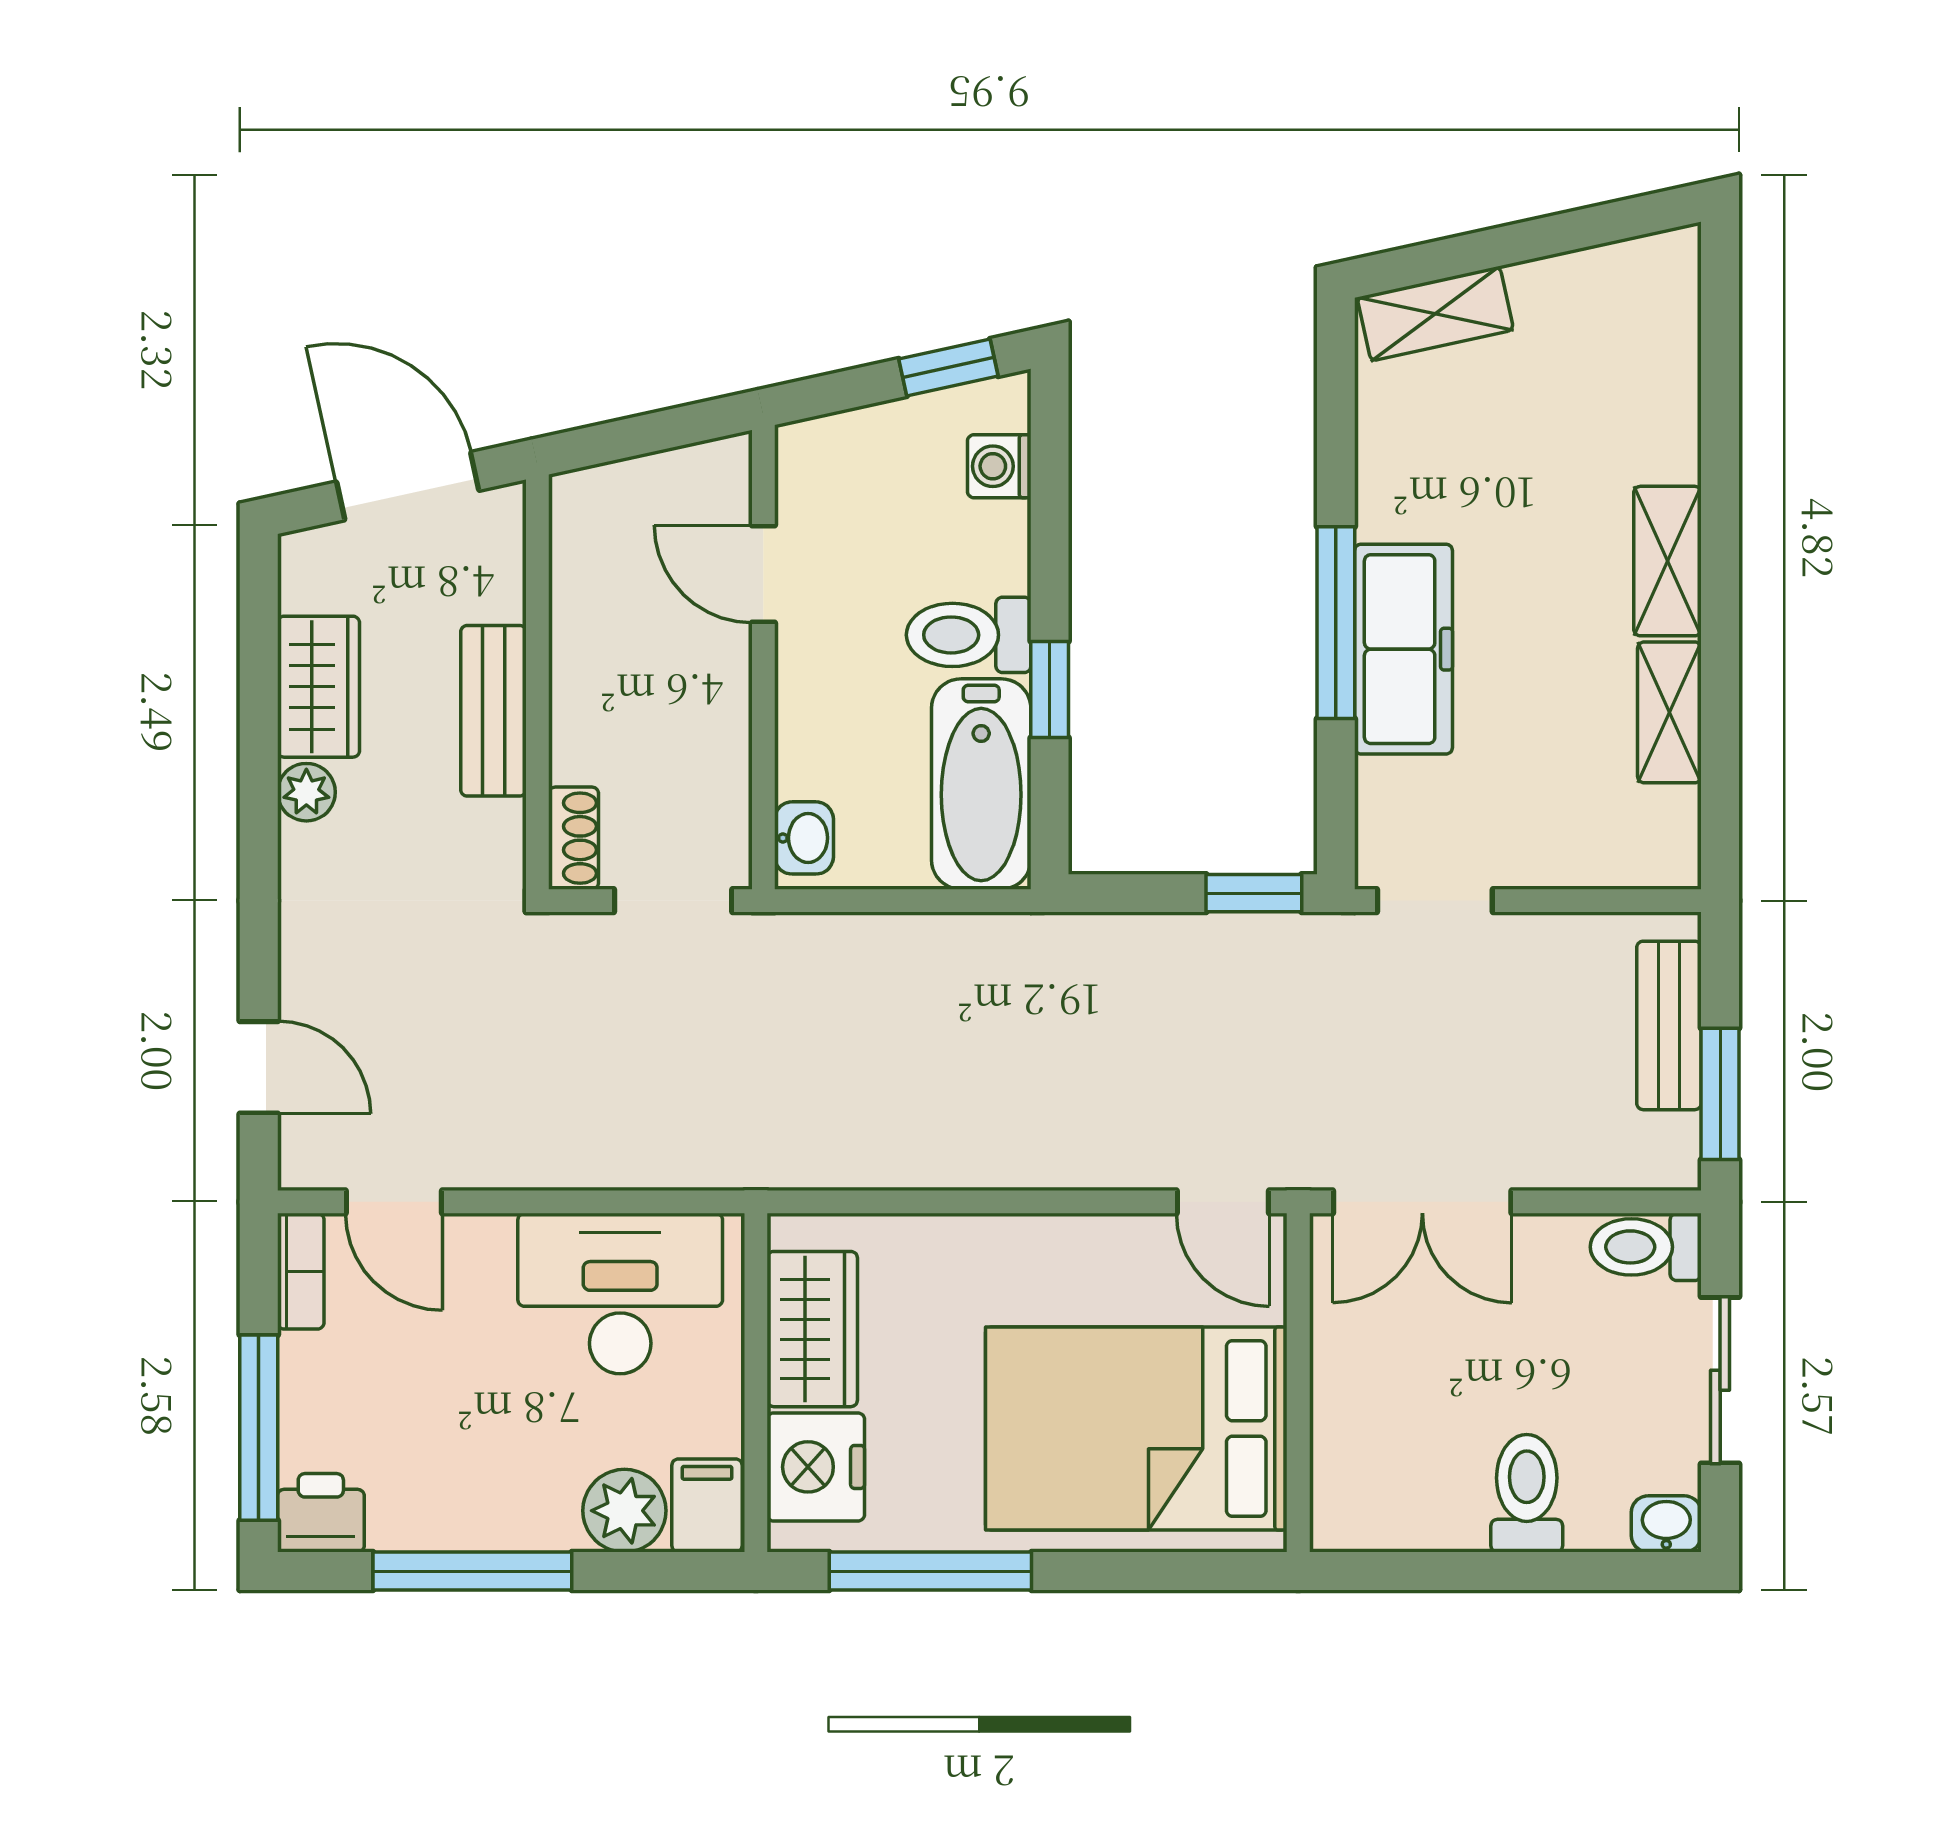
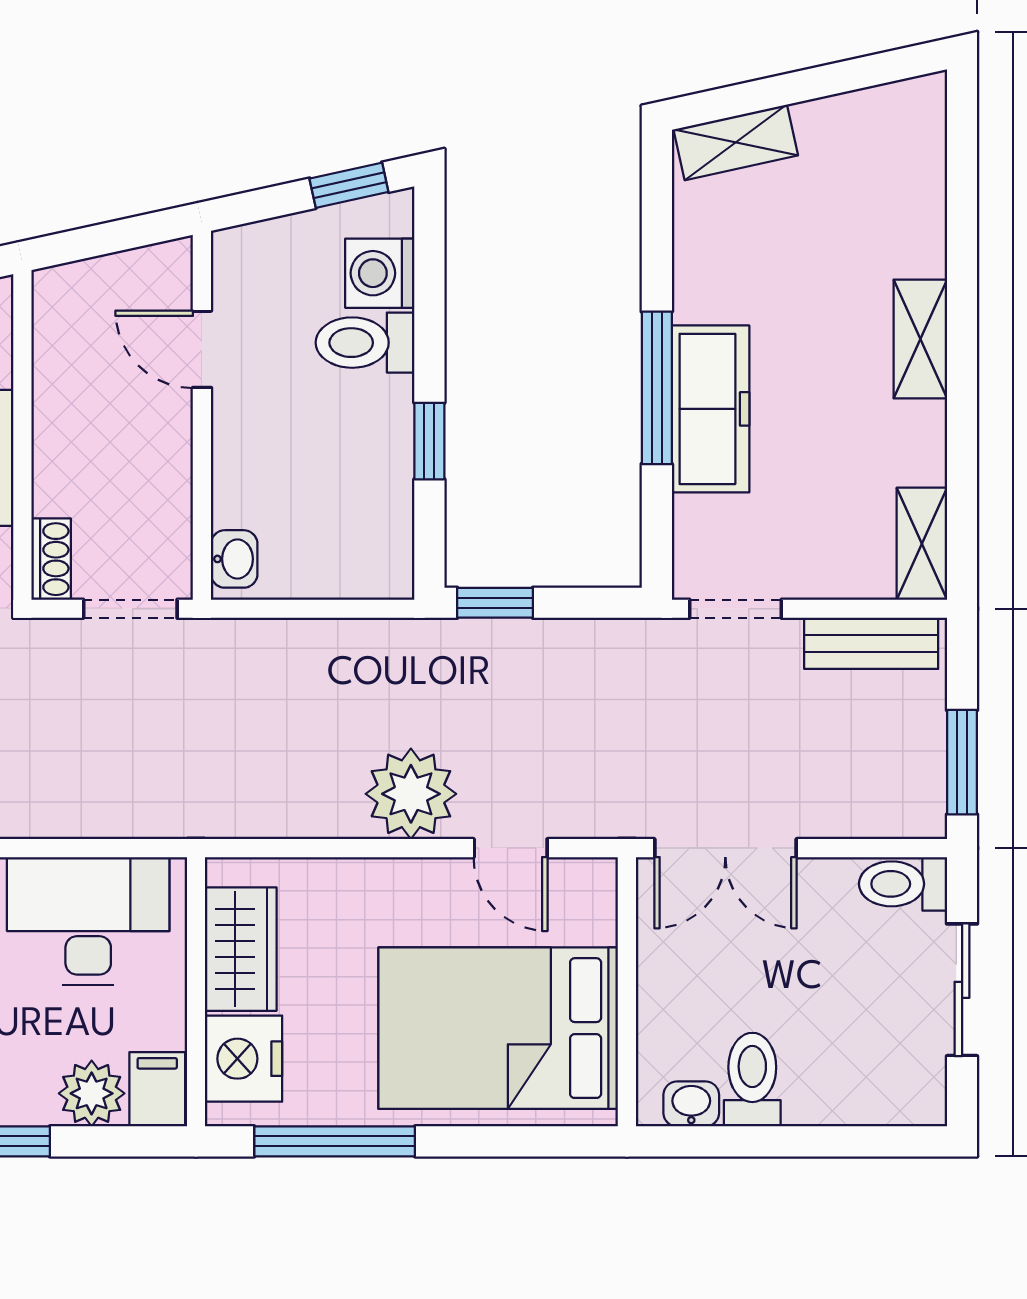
washing machine: (999, 466) -> (380, 273), width x1.38, depth x1.38
toilet: (969, 635) -> (365, 343), moved
shelving: (1669, 712) -> (922, 544), moved
bathtub: (981, 784) -> (375, 516), removed
window: (1254, 893) -> (495, 603), moved
bench: (1669, 1025) -> (871, 643), moved, turned 90
plant: (1026, 1134) -> (411, 794), added
door: (1223, 1202) -> (511, 848), moved
toilet: (1527, 1493) -> (752, 1080), moved
washbasin: (1666, 1524) -> (691, 1104), moved

